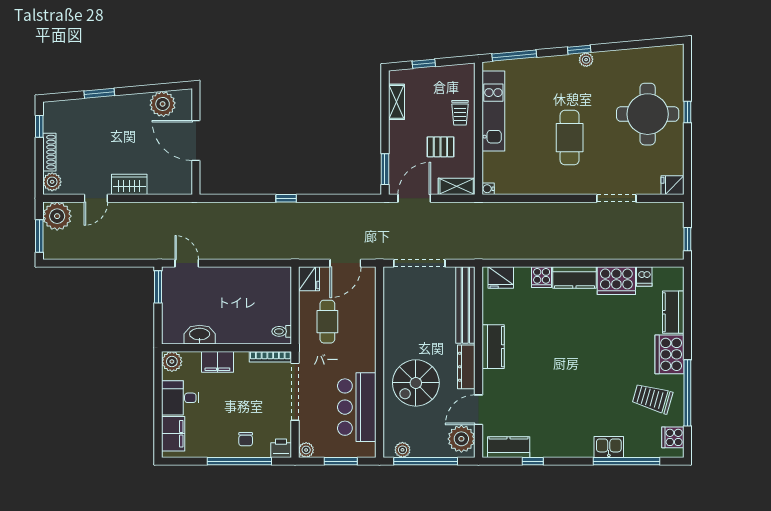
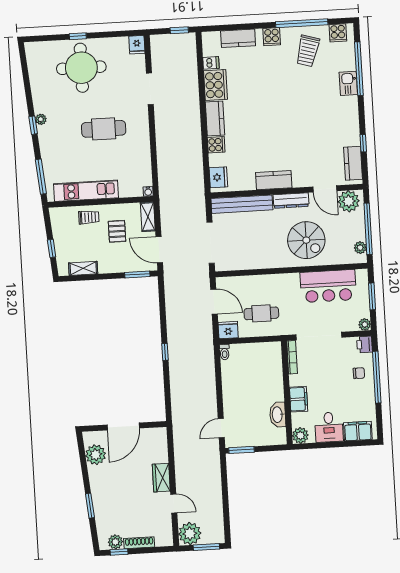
plant: (52, 182) -> (115, 542), moved
toilet: (282, 331) -> (225, 352), moved
cooker: (669, 354) -> (272, 37), width x0.53, depth x0.76

